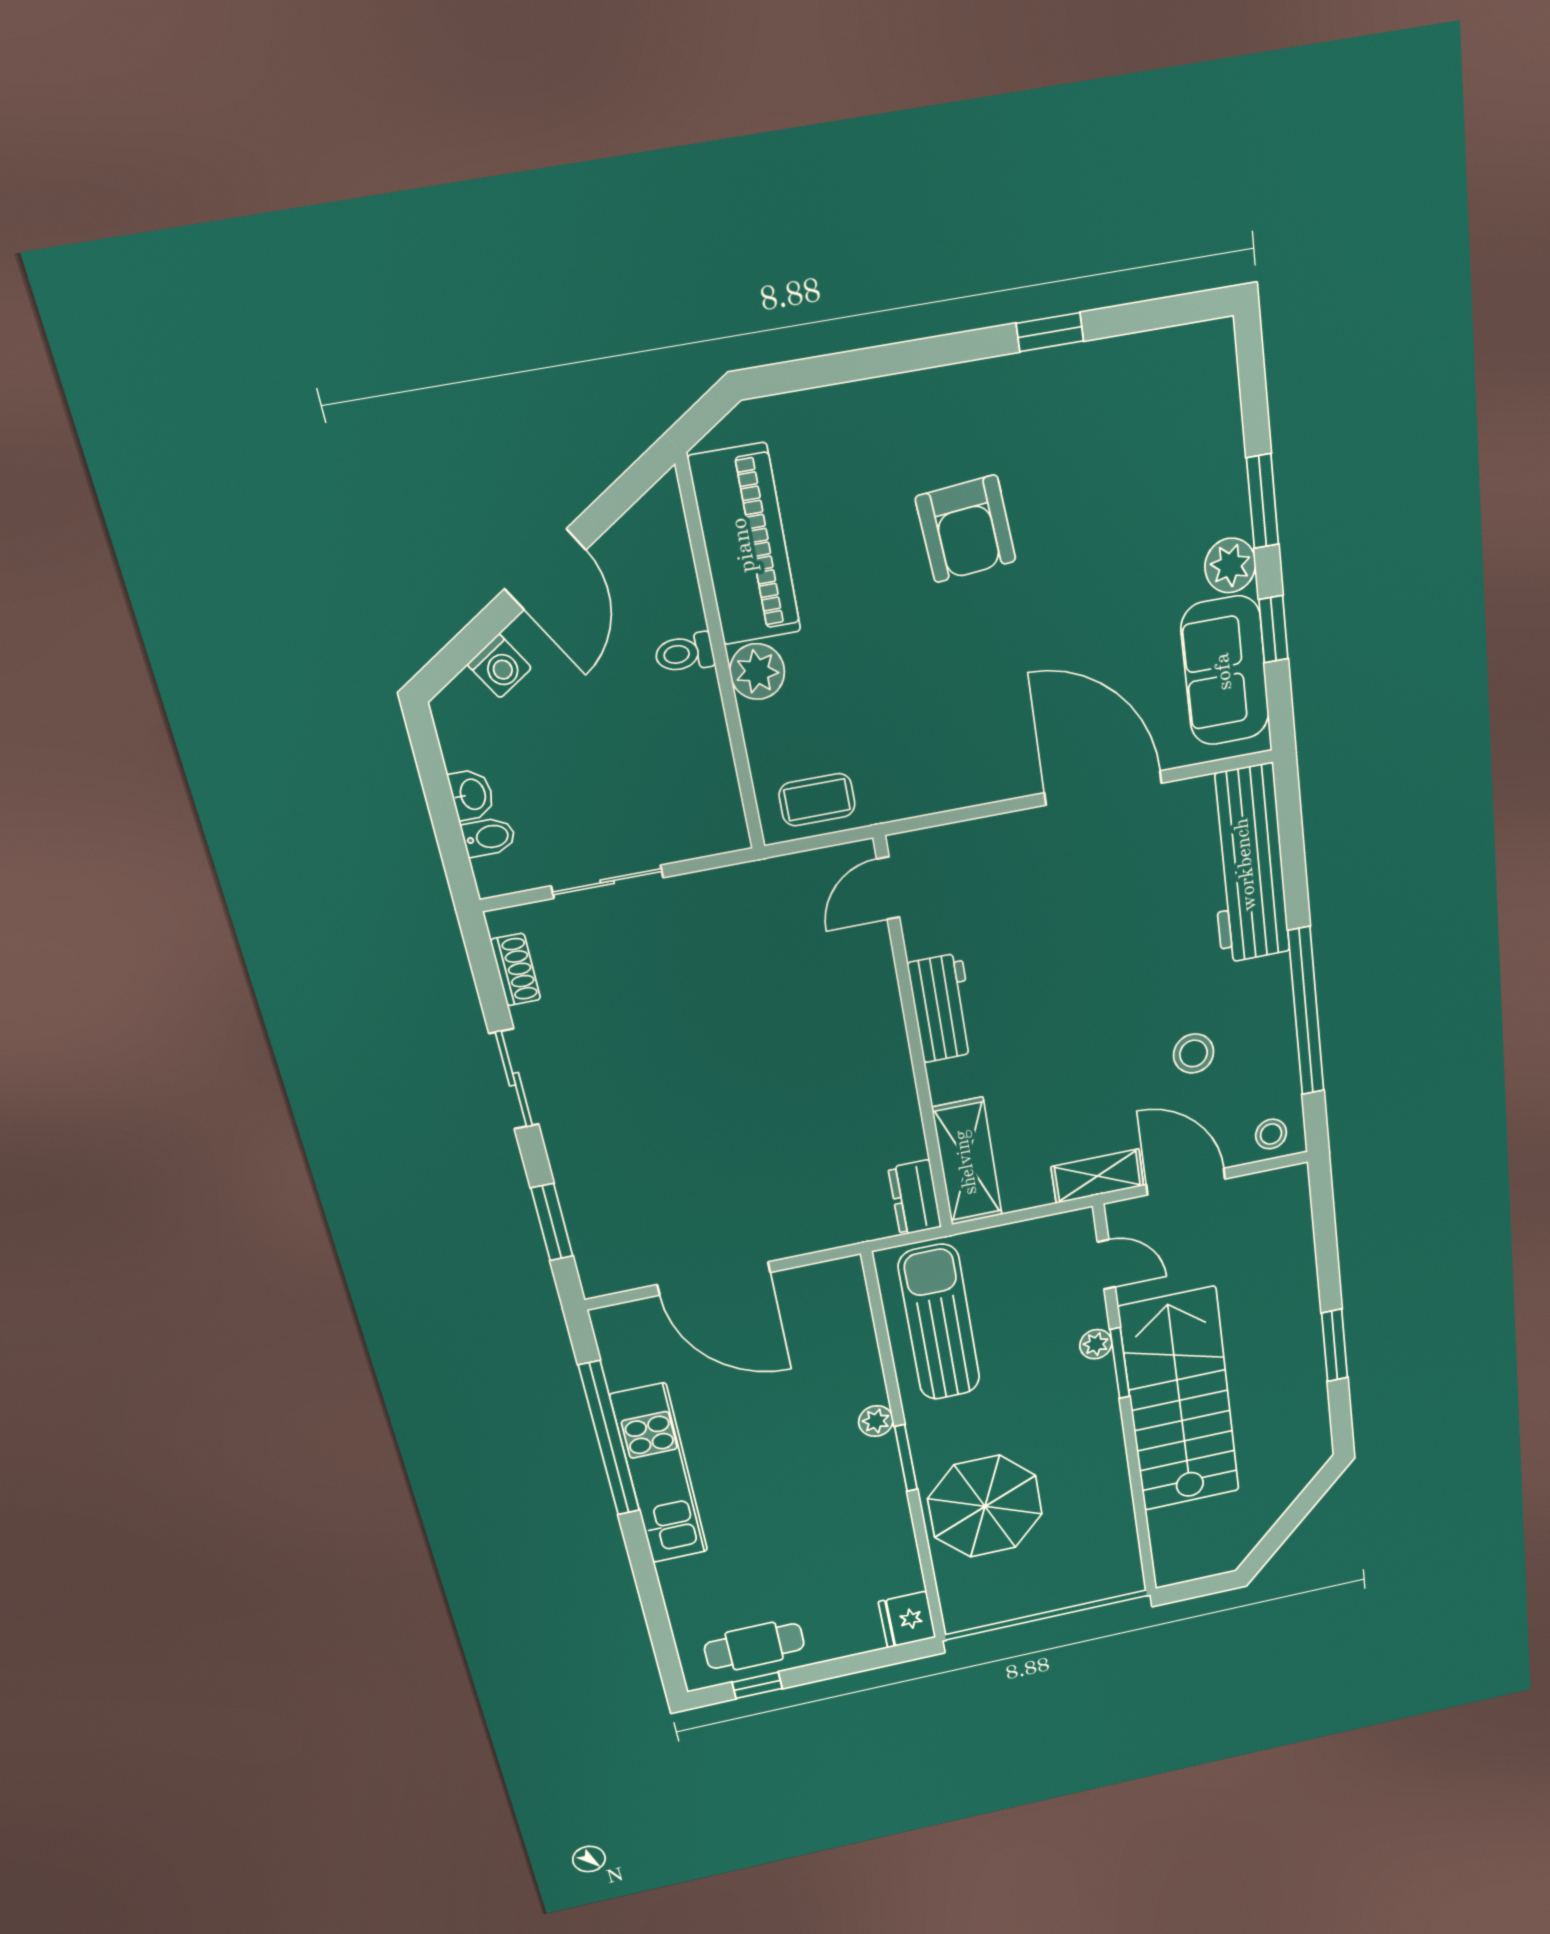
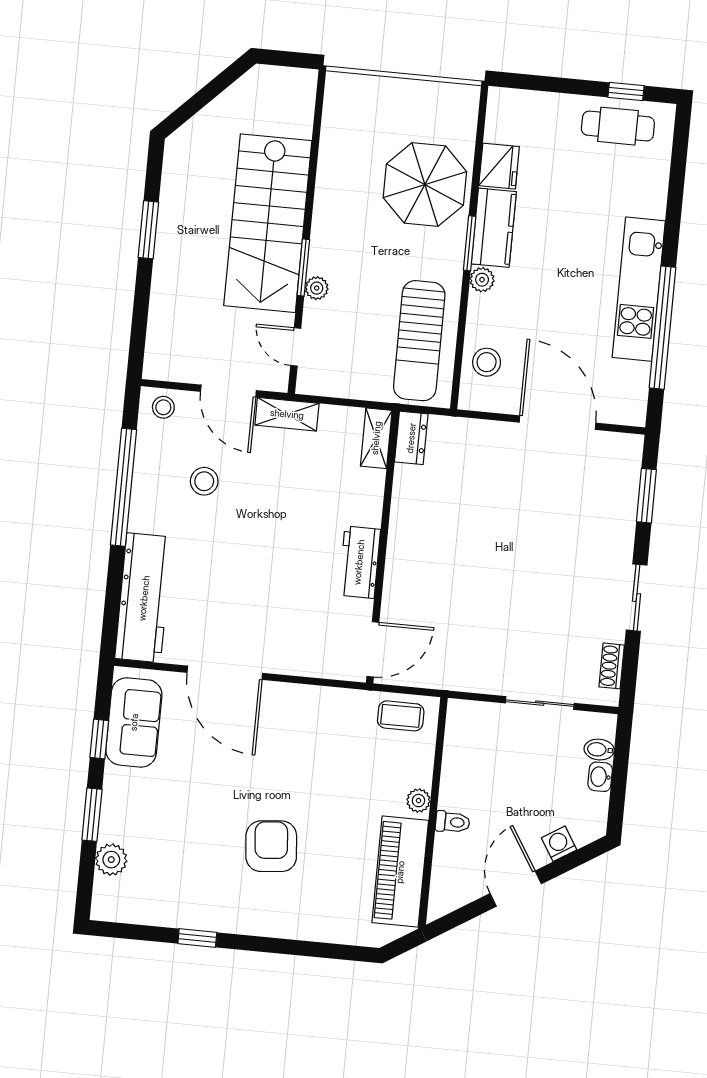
plant: (1230, 565) -> (111, 860), moved
plant: (757, 672) -> (418, 801), width x0.73, depth x0.73
door: (888, 888) -> (373, 649), width x1.38
shelving: (967, 1162) -> (376, 438), width x0.67, depth x0.75
stool: (838, 1324) -> (487, 362), added
kitchen counter: (879, 1485) -> (494, 228), added
fridge: (907, 1620) -> (499, 166), moved

